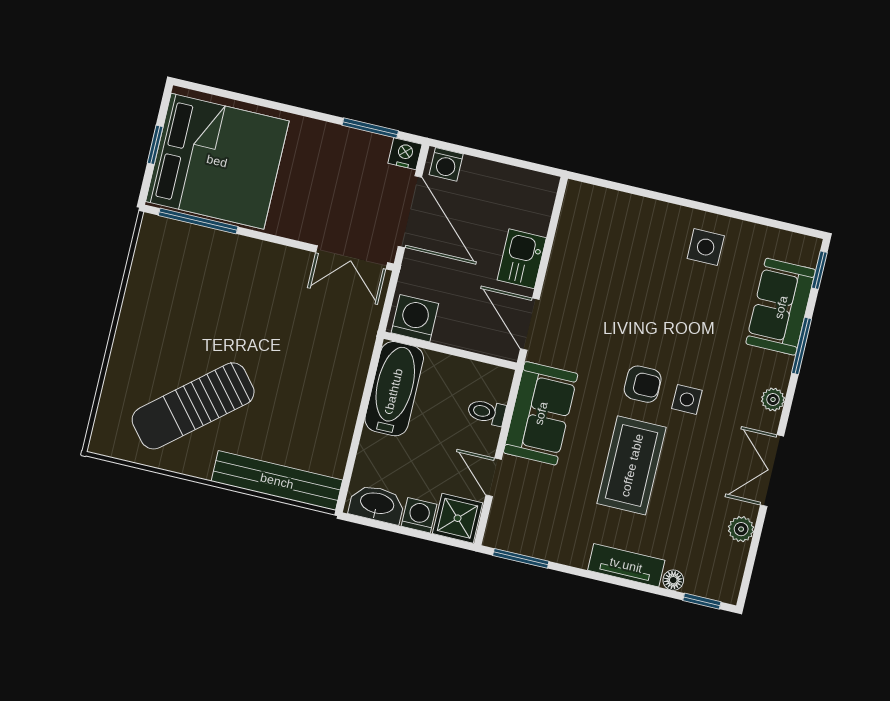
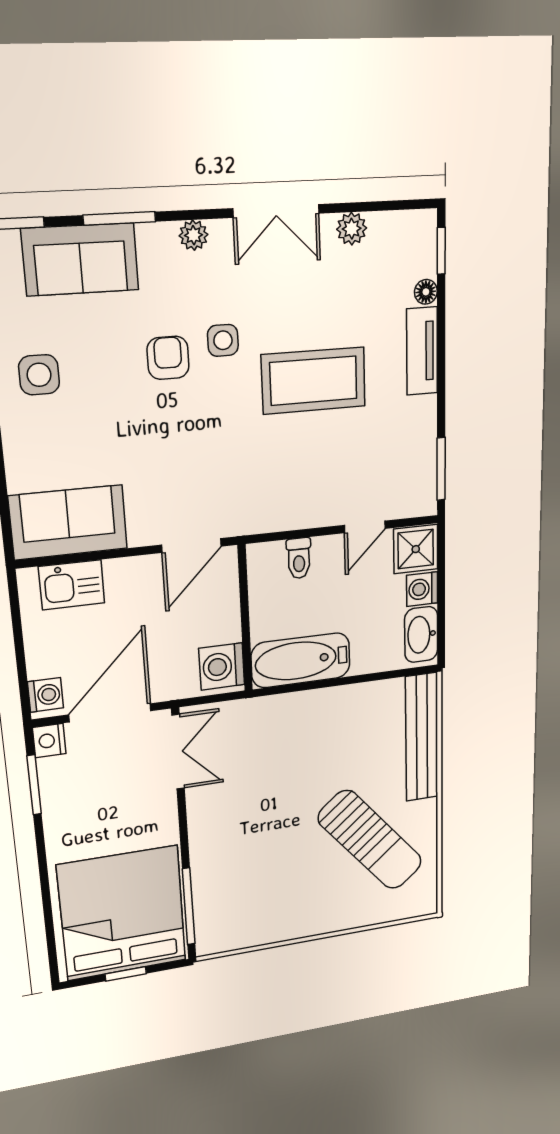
kitchen sink: (522, 259) -> (72, 585), moved
armchair: (643, 384) -> (168, 358), moved
sofa: (541, 413) -> (68, 522), moved

